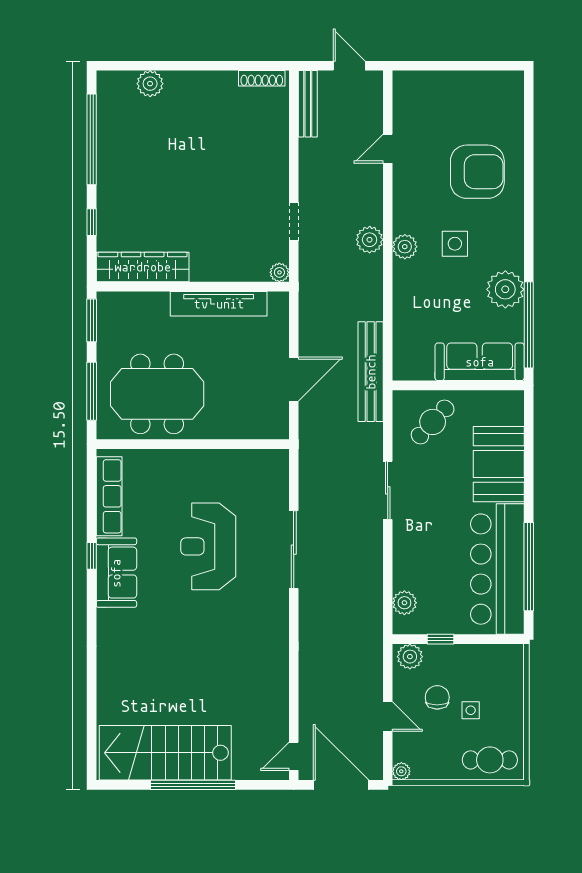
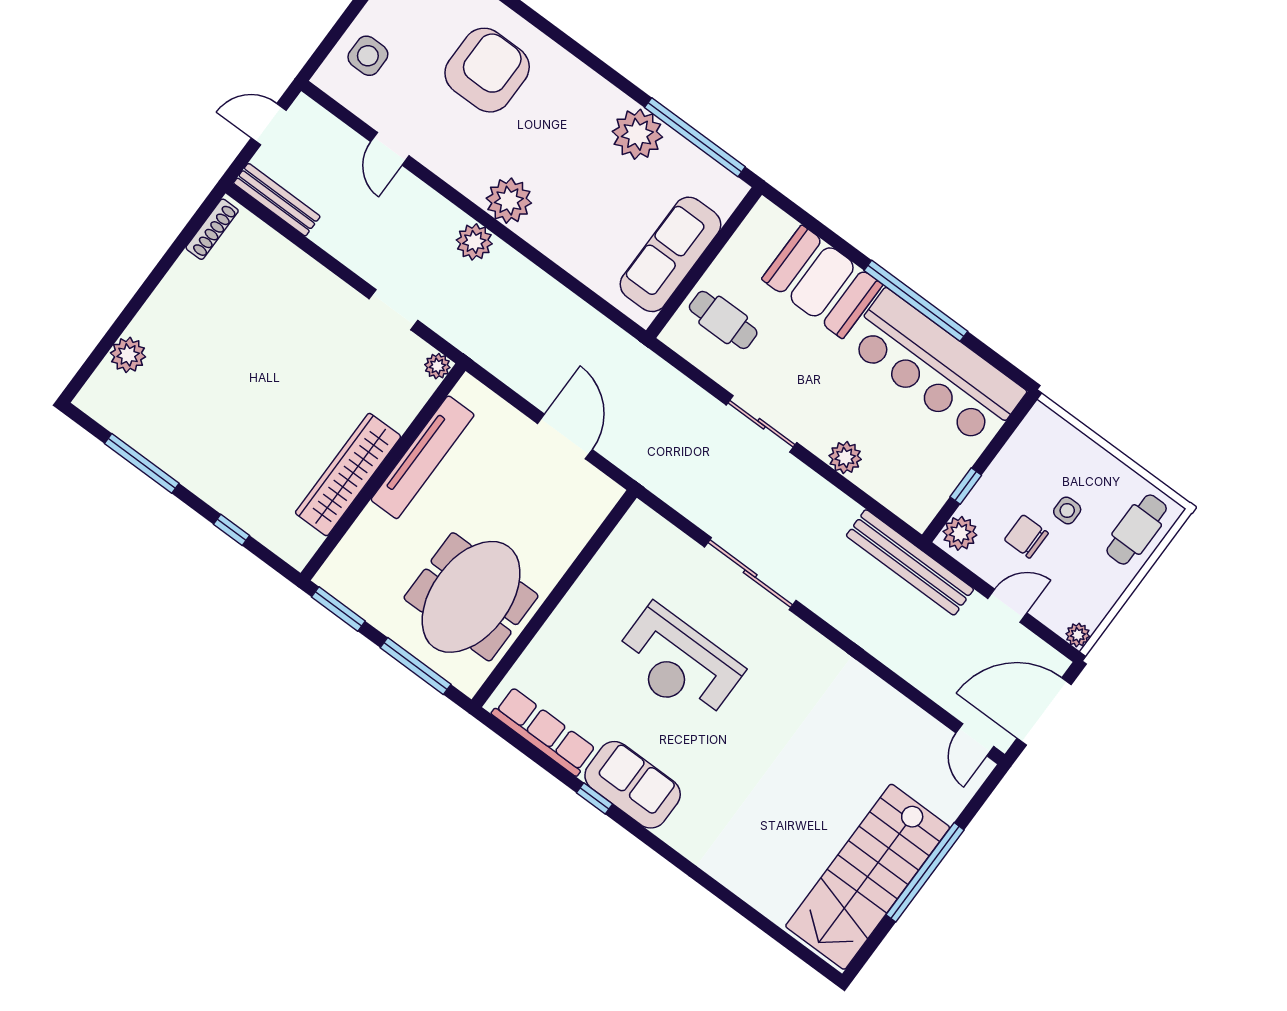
window: (92, 139) -> (142, 463), width x0.68
side table: (455, 244) -> (368, 56), moved
plant: (405, 247) -> (509, 201), width x1.36, depth x1.36
wardrobe: (143, 267) -> (348, 475), moved
sofa: (480, 362) -> (670, 254), moved
bench: (371, 372) -> (910, 562), moved
cafe table: (433, 422) -> (723, 320), turned -43
window: (529, 567) -> (916, 301), moved
plant: (404, 603) -> (845, 458), moved

